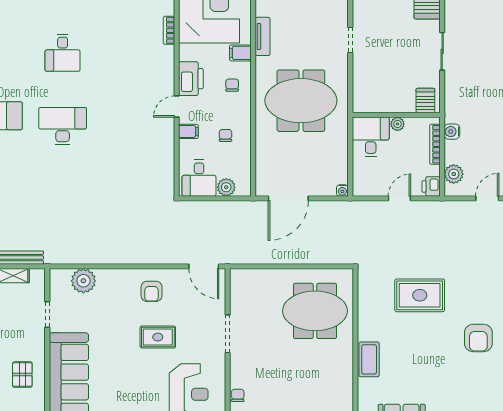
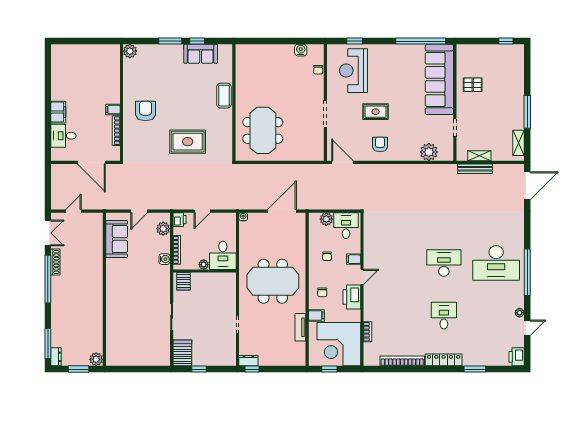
desk: (63, 126) -> (444, 263), turned 180
meeting table: (315, 311) -> (263, 130), turned 90
pallet: (22, 375) -> (473, 85), turned 90

